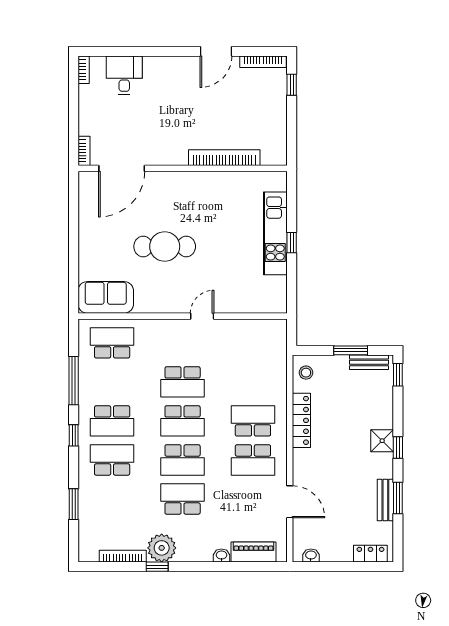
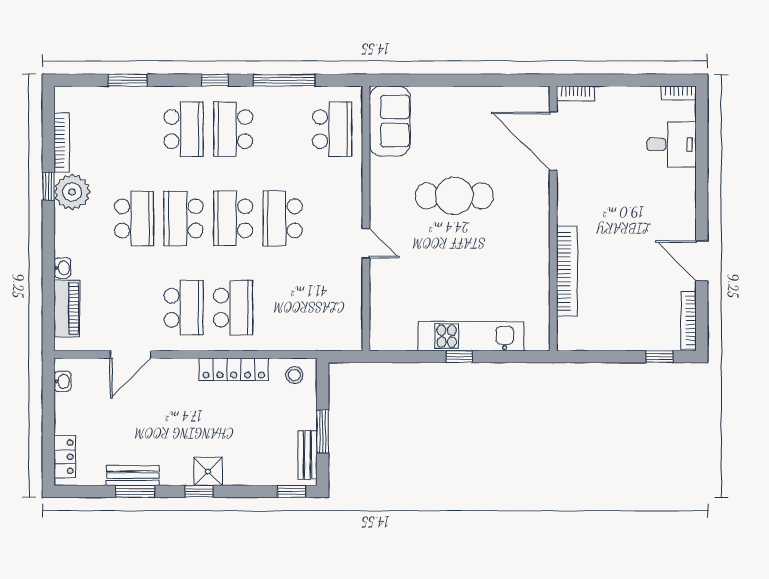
cafe table: (165, 246) -> (454, 196), turned 90
school desk: (253, 460) -> (184, 308), turned 180

